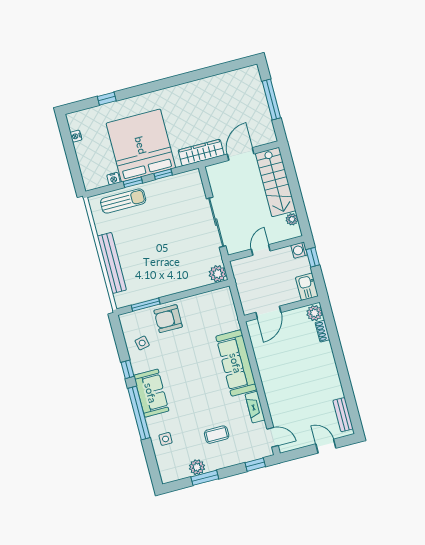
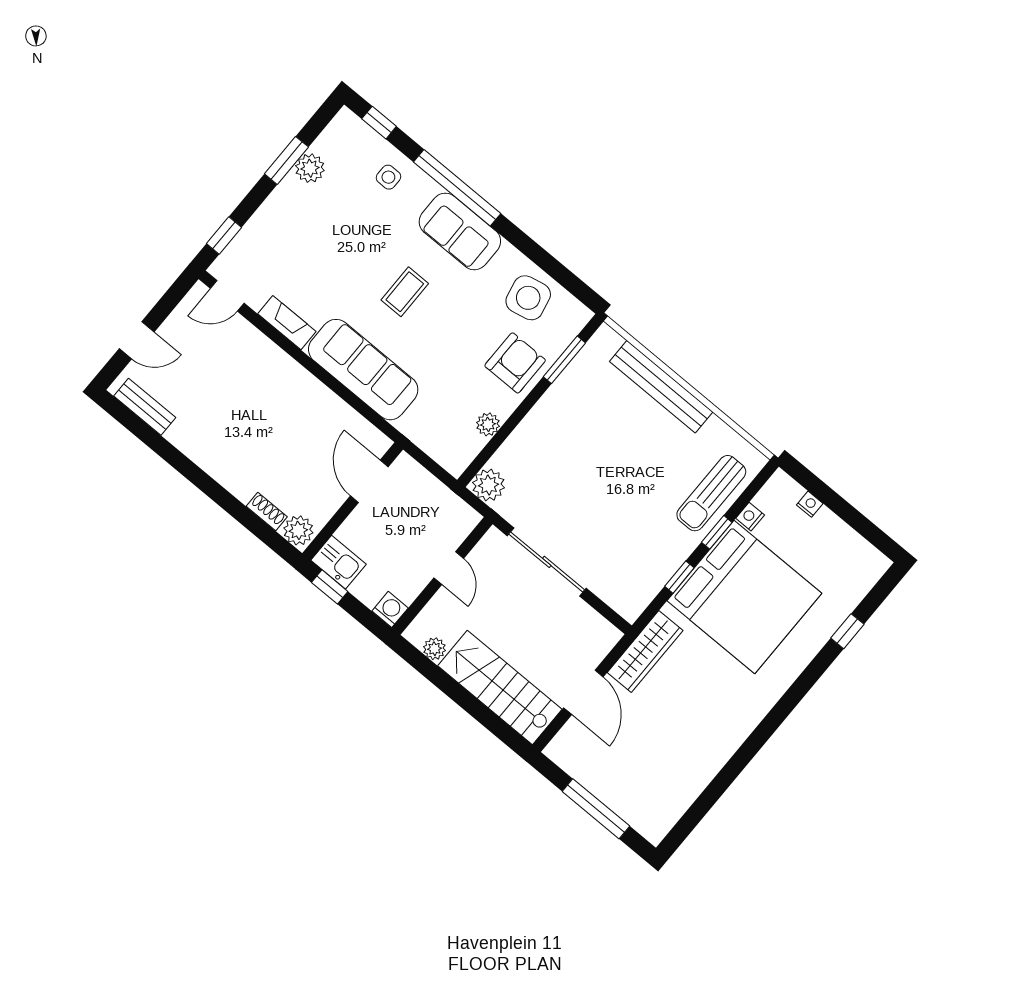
nightstand: (76, 136) -> (810, 504), moved
window: (313, 257) -> (330, 587), moved
plant: (199, 300) -> (488, 424), added
side table: (142, 343) -> (528, 298), width x1.87, depth x1.87
window: (127, 369) -> (379, 123), moved
coffee table: (217, 435) -> (405, 292), moved

